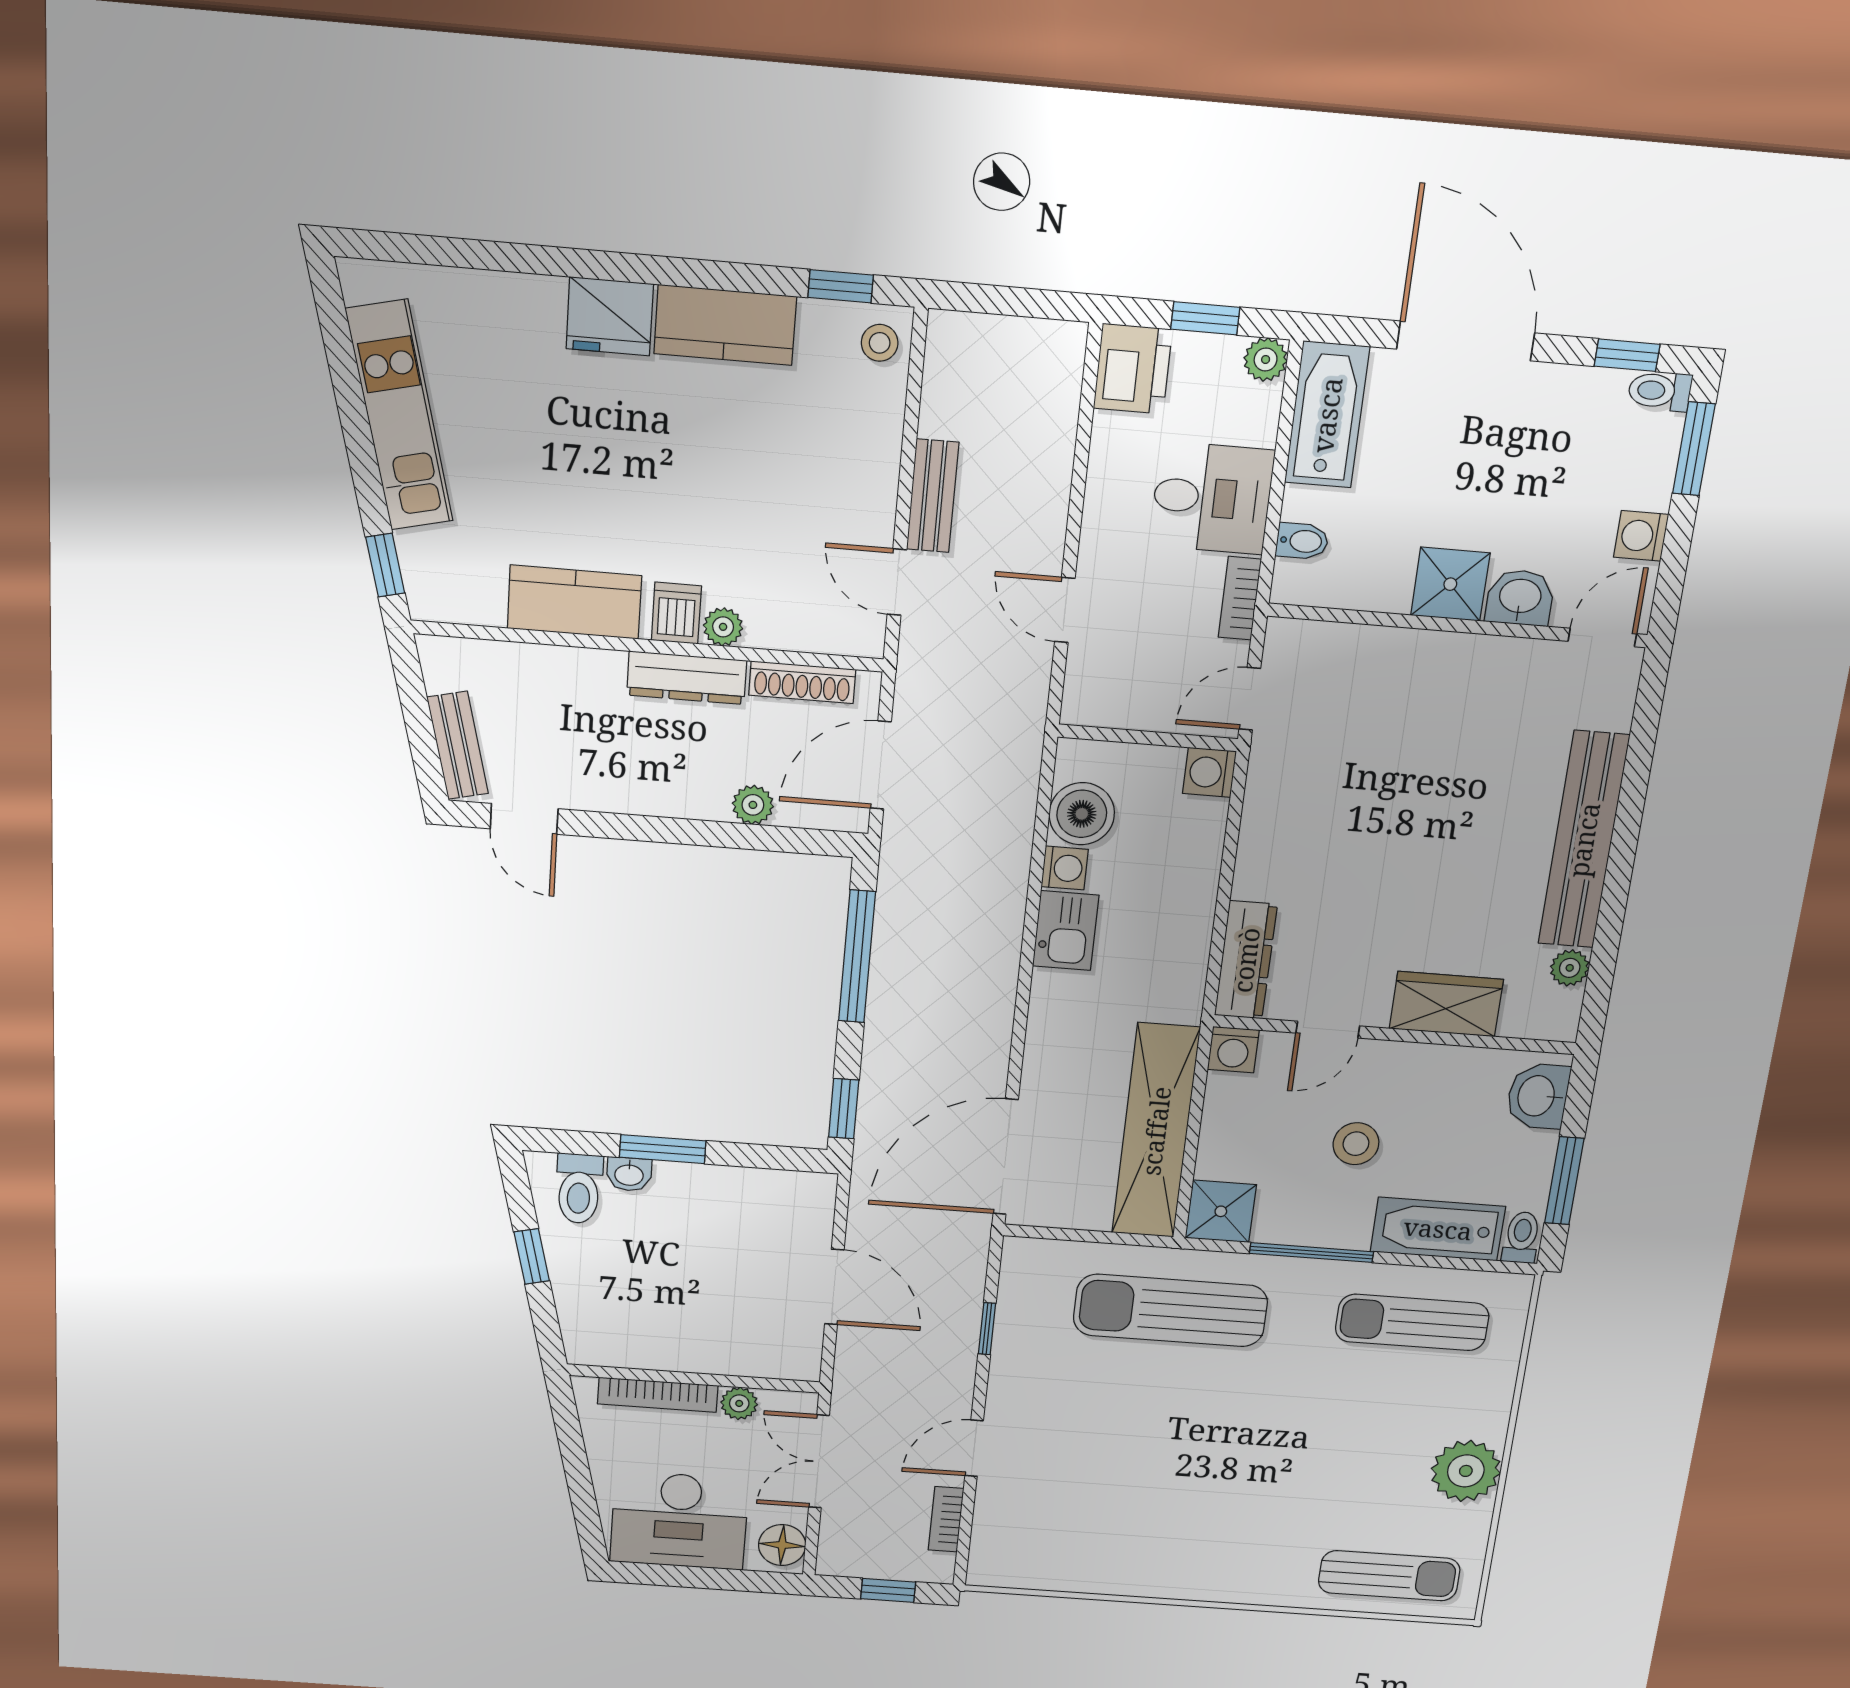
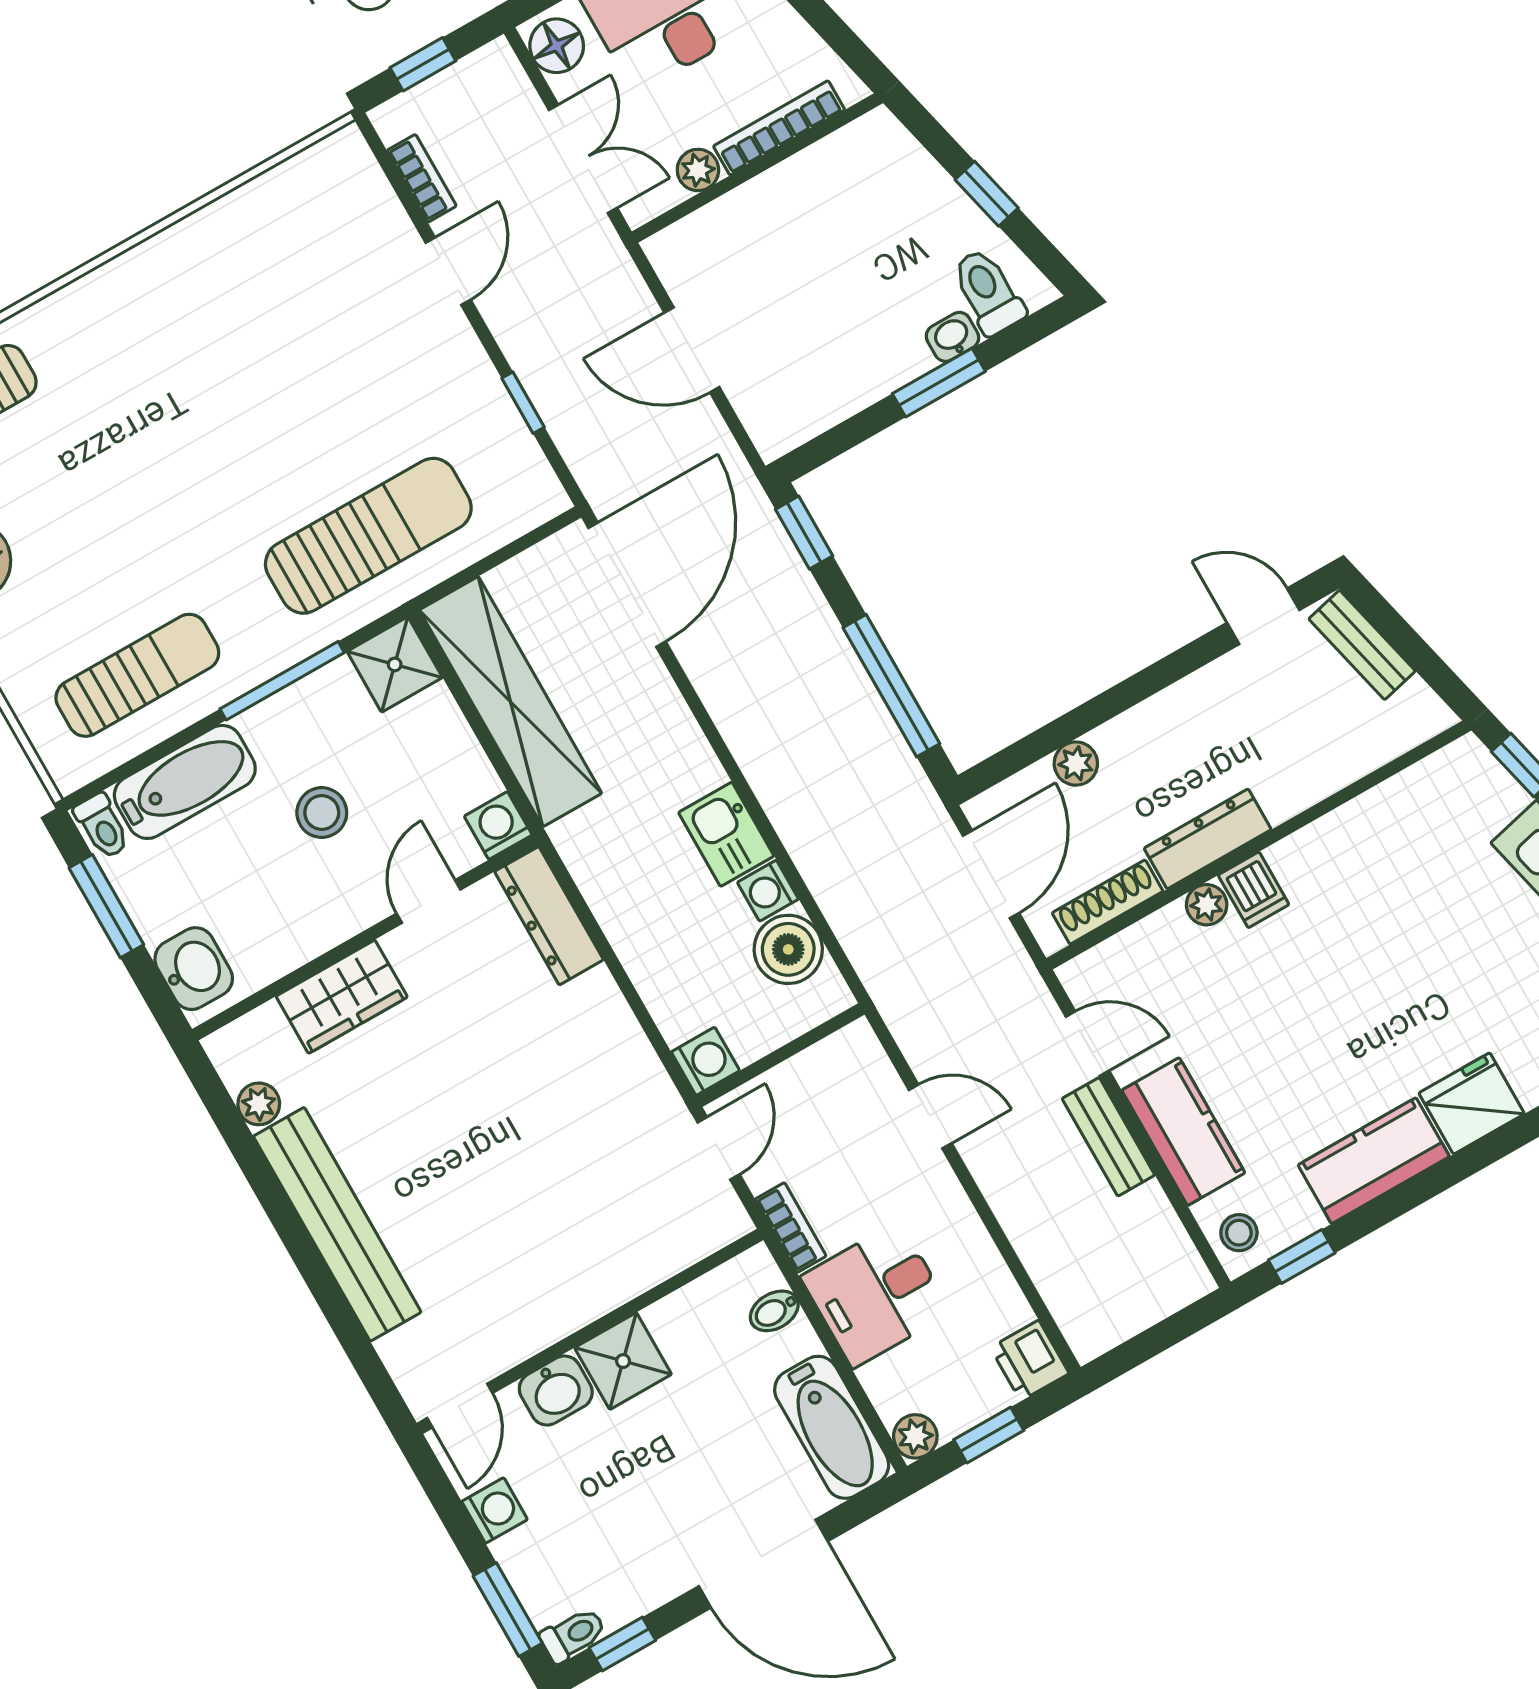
printer: (1133, 369) -> (1030, 1361), width x0.73, depth x0.81
kitchen counter: (574, 602) -> (1183, 1132), moved, turned -90

